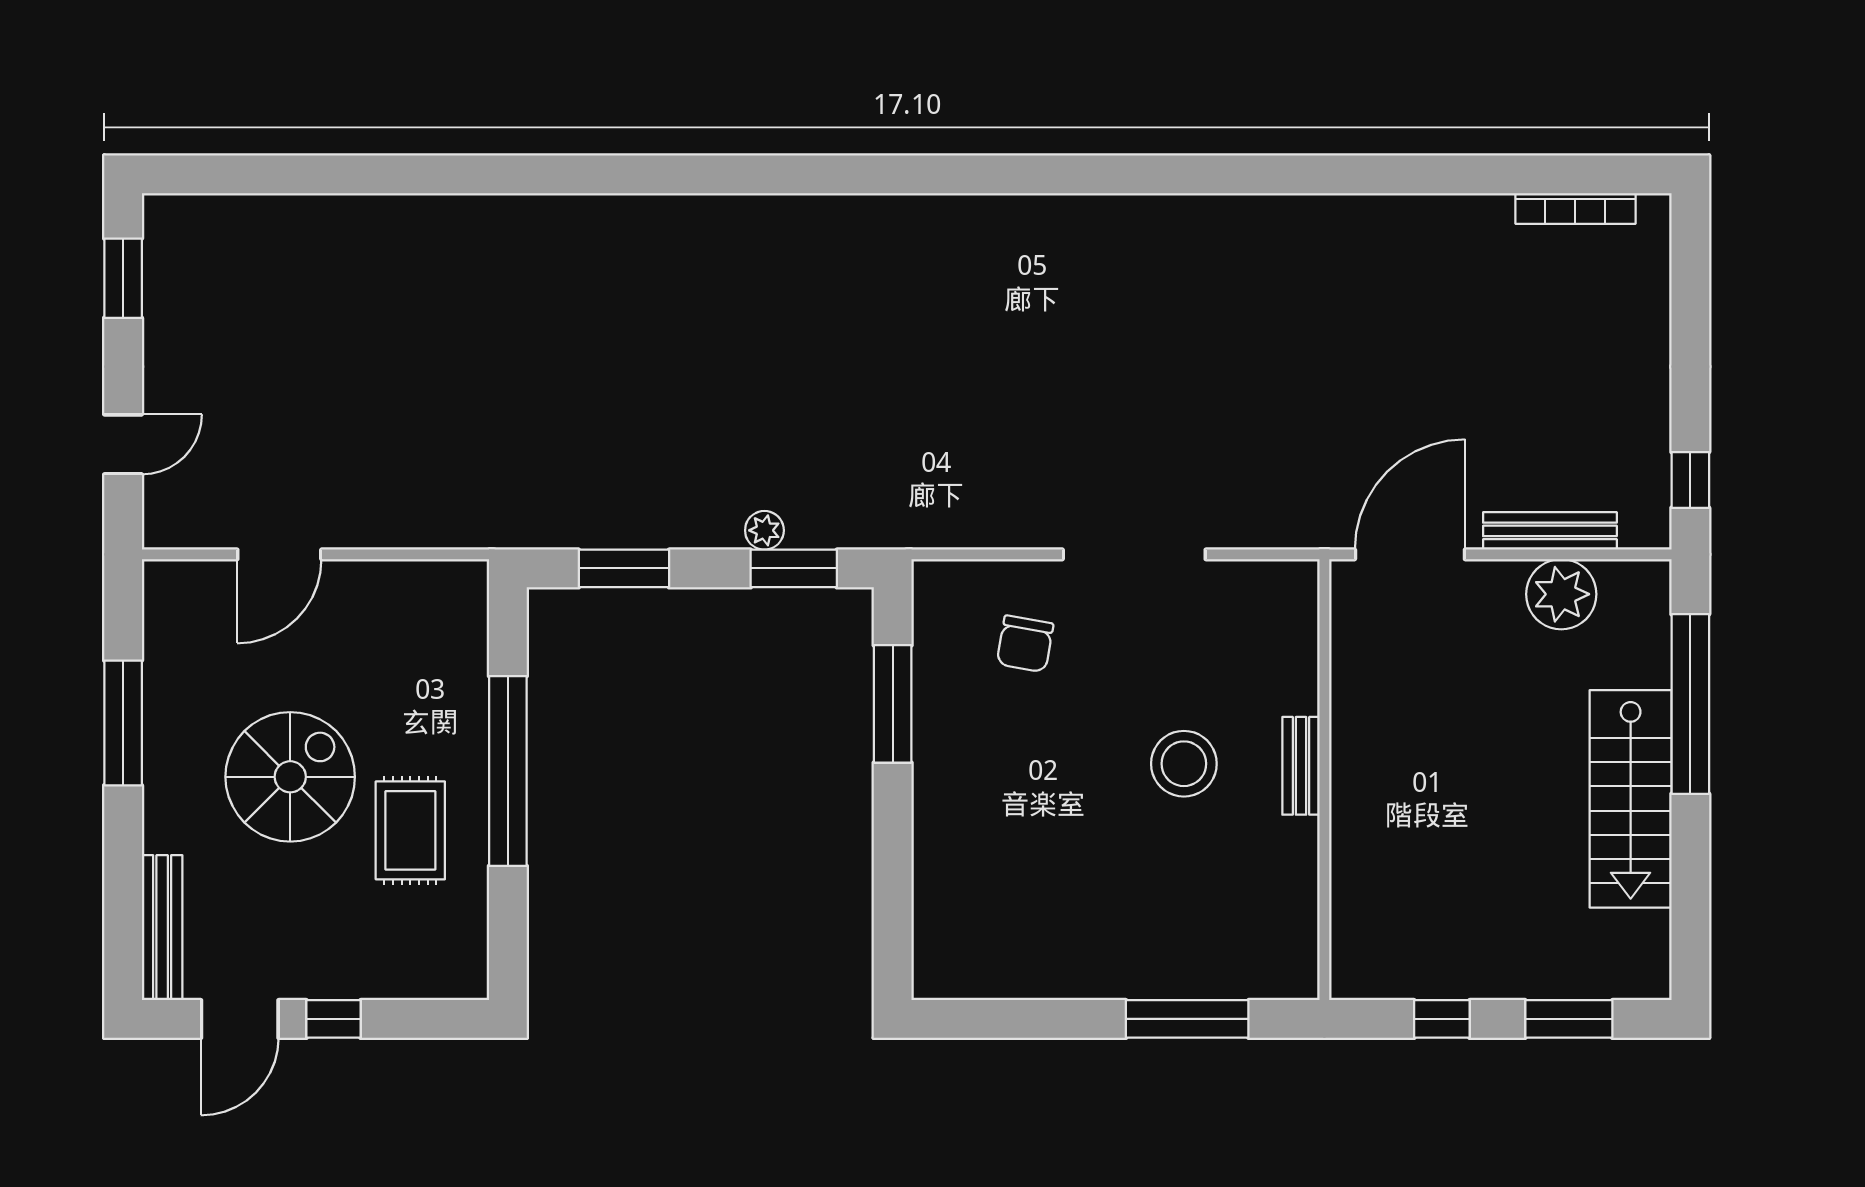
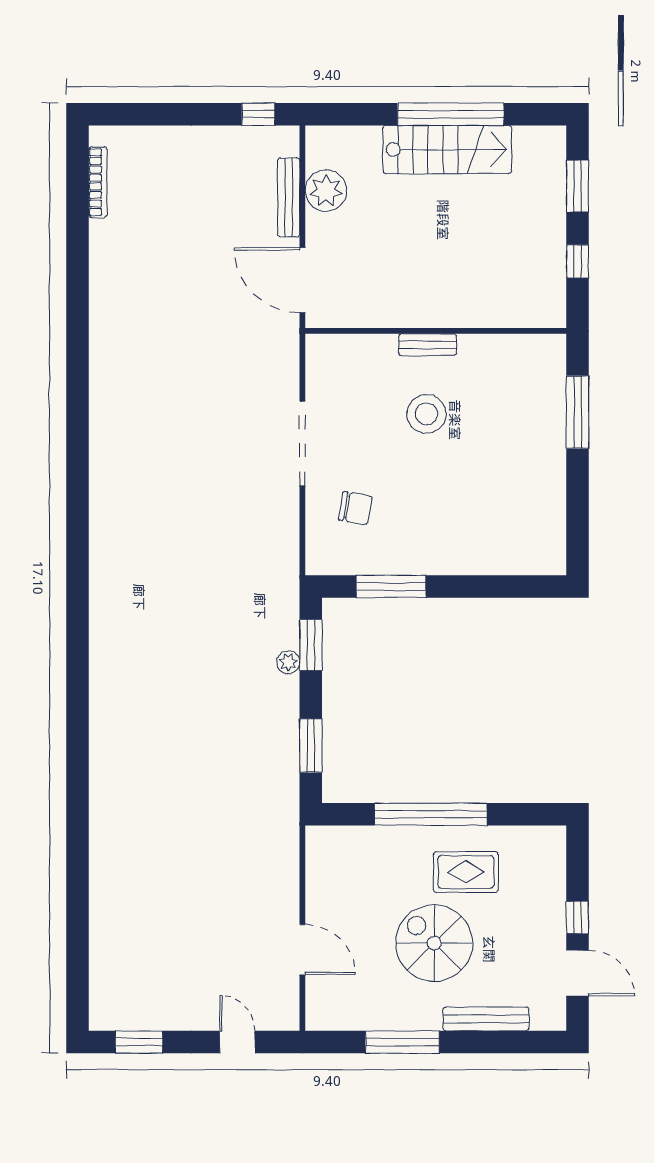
window: (1690, 704) -> (451, 114), moved
bench: (162, 928) -> (486, 1019), moved

